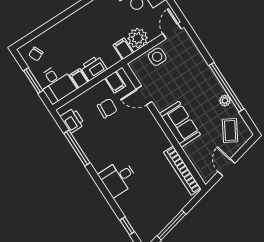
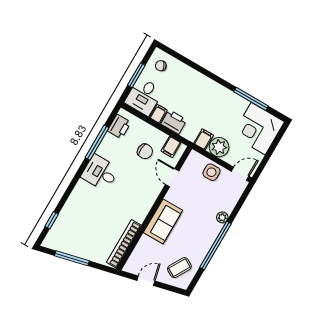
plant: (225, 101) -> (222, 217), moved
desk: (118, 178) -> (100, 173), moved

